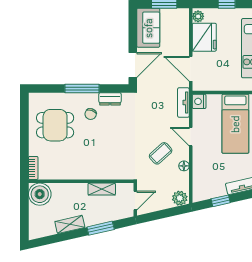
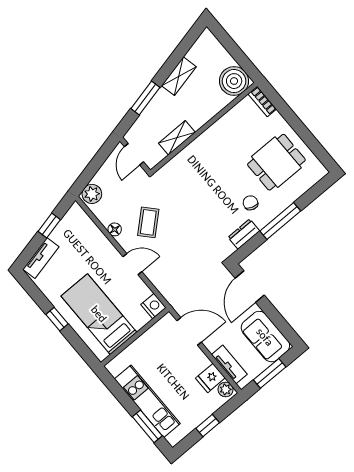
fridge: (204, 37) -> (210, 378), width x0.53, depth x0.75
tv unit: (183, 103) -> (229, 364), moved

